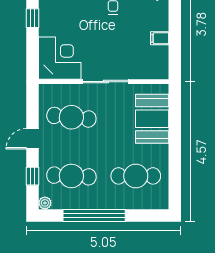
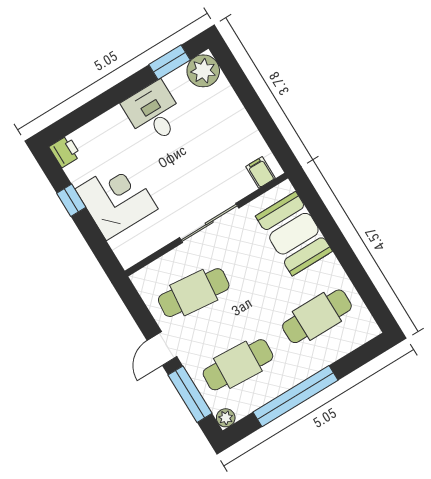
filing cabinet: (160, 38) -> (261, 172), moved, turned 90
corner desk: (60, 58) -> (117, 199), moved
window: (32, 176) -> (190, 394), width x2.17

